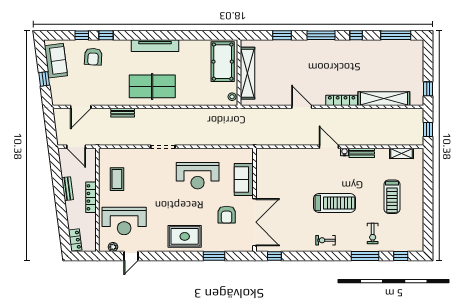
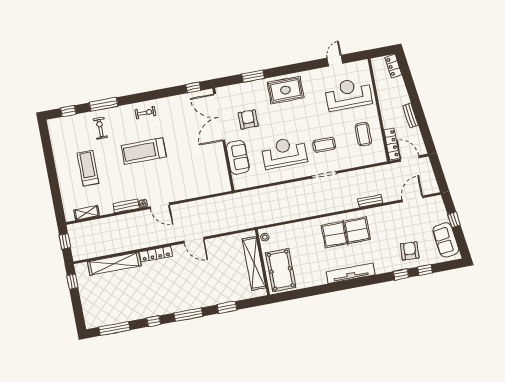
coffee table: (157, 176) -> (324, 145), added
locker: (91, 197) -> (392, 144), moved
plant: (113, 247) -> (355, 66), removed

